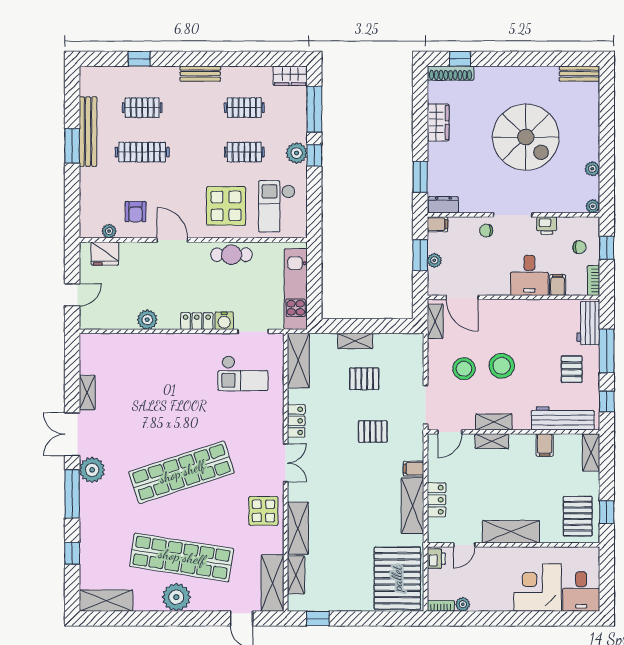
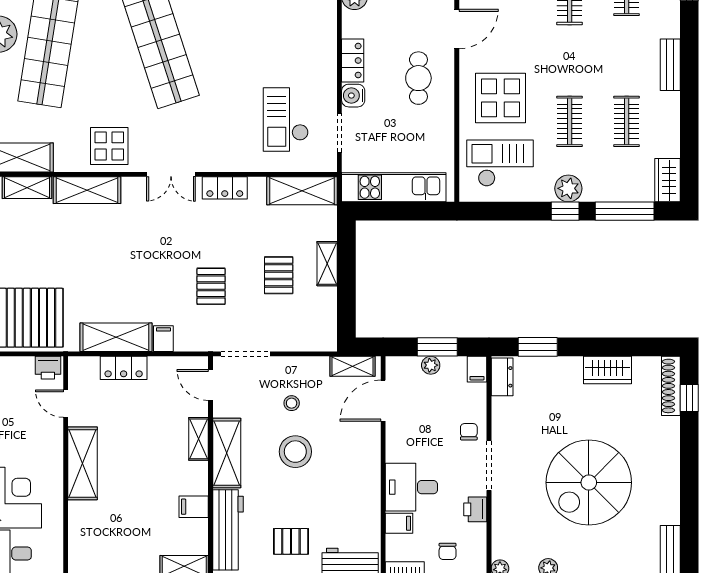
cafe table: (231, 255) -> (418, 78), moved
stool: (464, 369) -> (292, 403), width x0.53, depth x0.53
shelving: (494, 422) -> (227, 453), width x1.50, depth x1.33
pallet: (578, 516) -> (102, 549), removed

